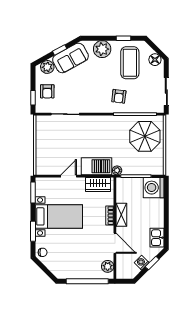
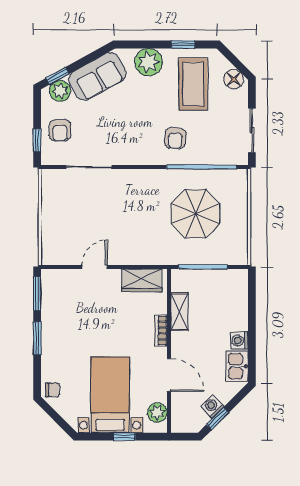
window: (60, 50) -> (57, 76), moved
parasol: (145, 136) -> (195, 214), moved
barbecue: (96, 166) -> (139, 251), removed
plant: (117, 170) -> (173, 258), removed
washing machine: (154, 188) -> (239, 341), moved, width x0.53, depth x0.53
shelving: (121, 215) -> (179, 312), moved
bed with nightstands: (59, 216) -> (110, 395), moved, turned -90
window: (33, 231) -> (37, 338), moved
window: (152, 263) -> (218, 419), moved
window: (87, 281) -> (124, 437), width x0.32

